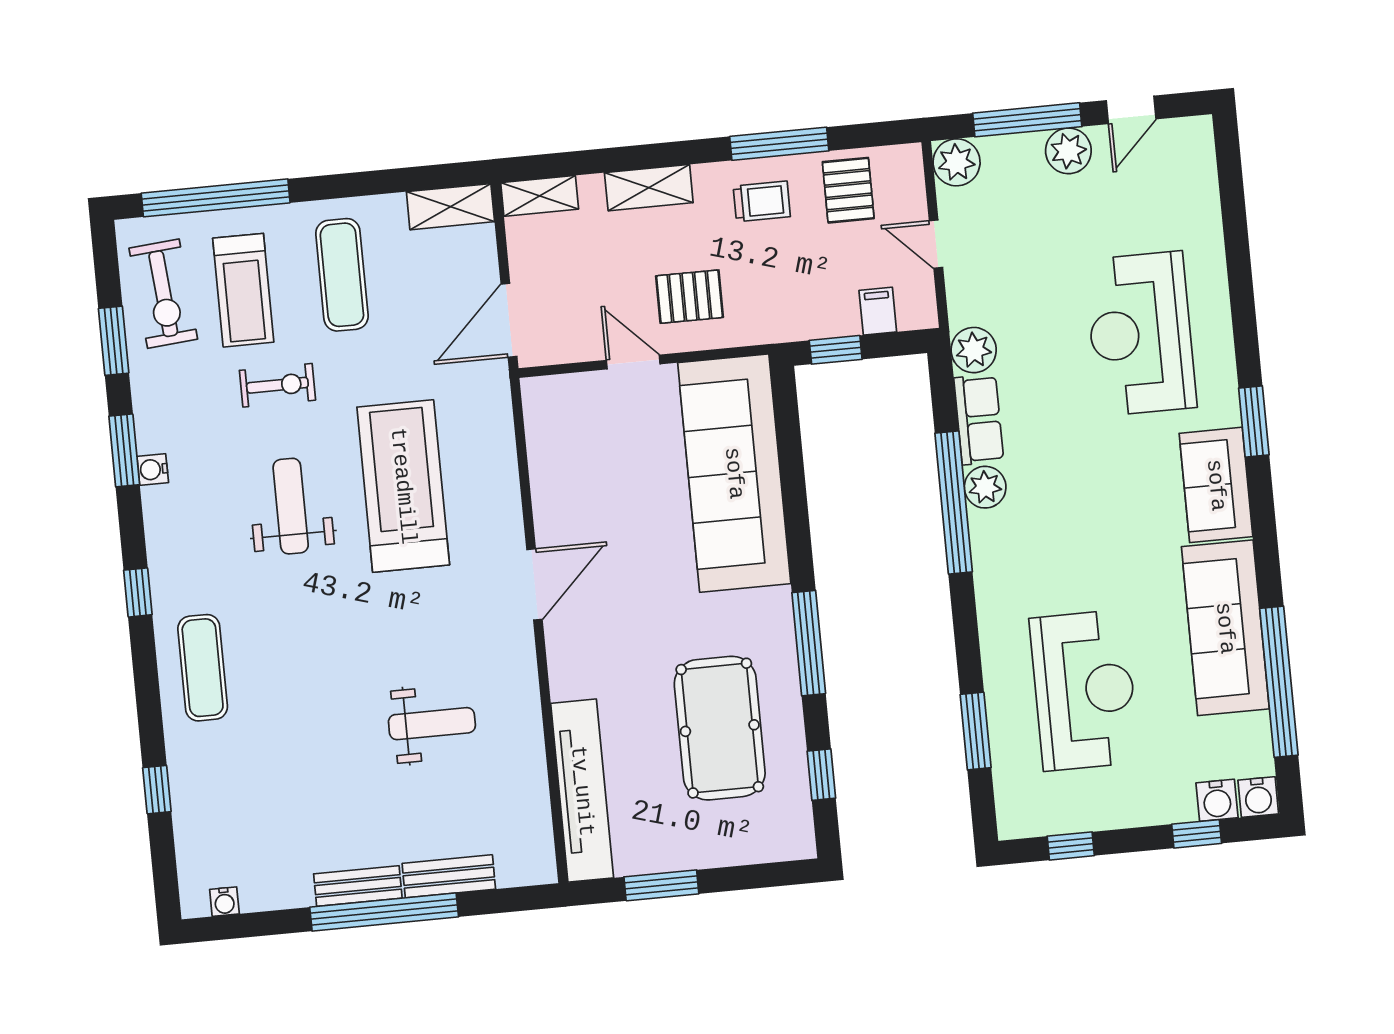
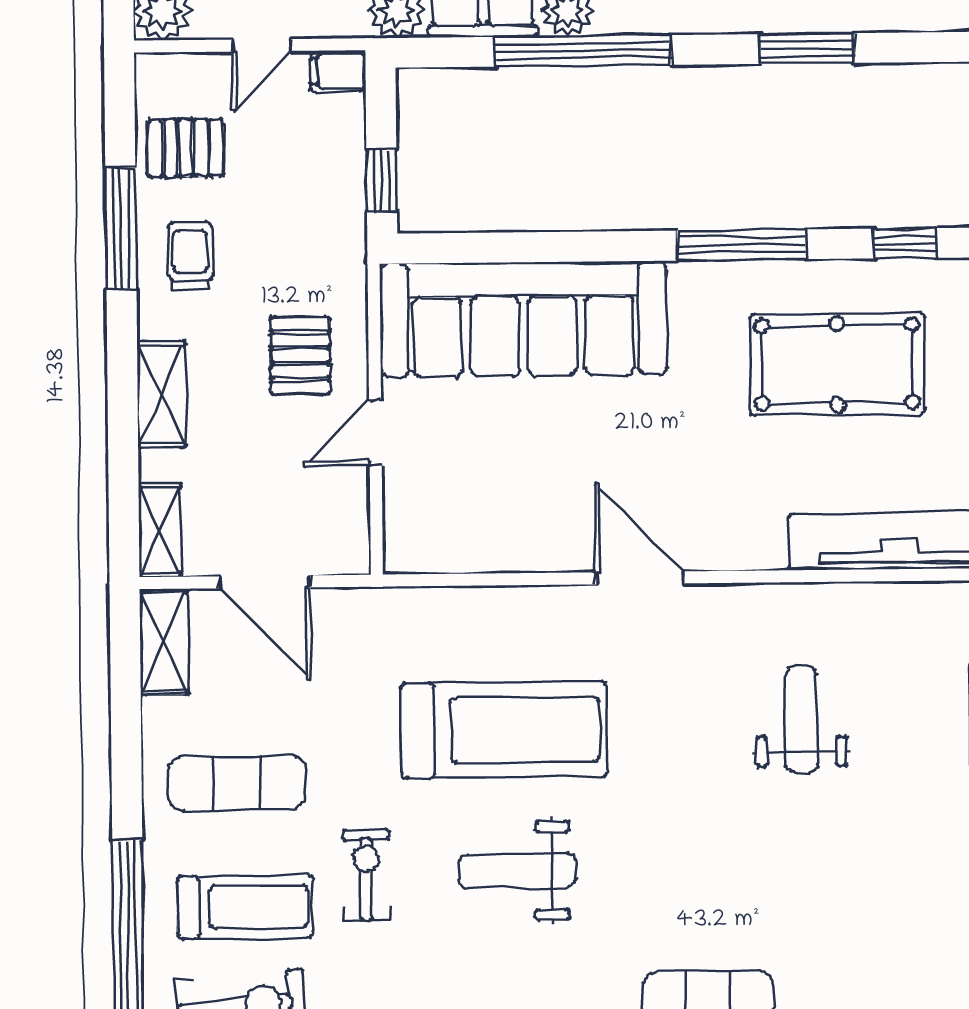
filing cabinet: (878, 311) -> (338, 71), moved
door: (509, 320) -> (265, 582), moved
treadmill: (403, 486) -> (504, 730), turned 180
window: (976, 731) -> (807, 49), moved

